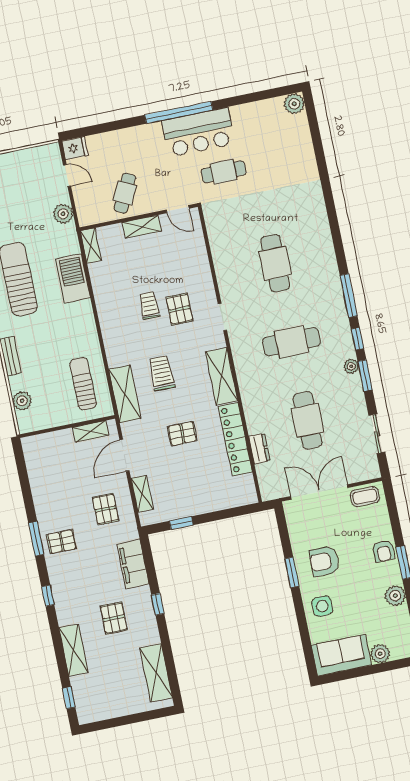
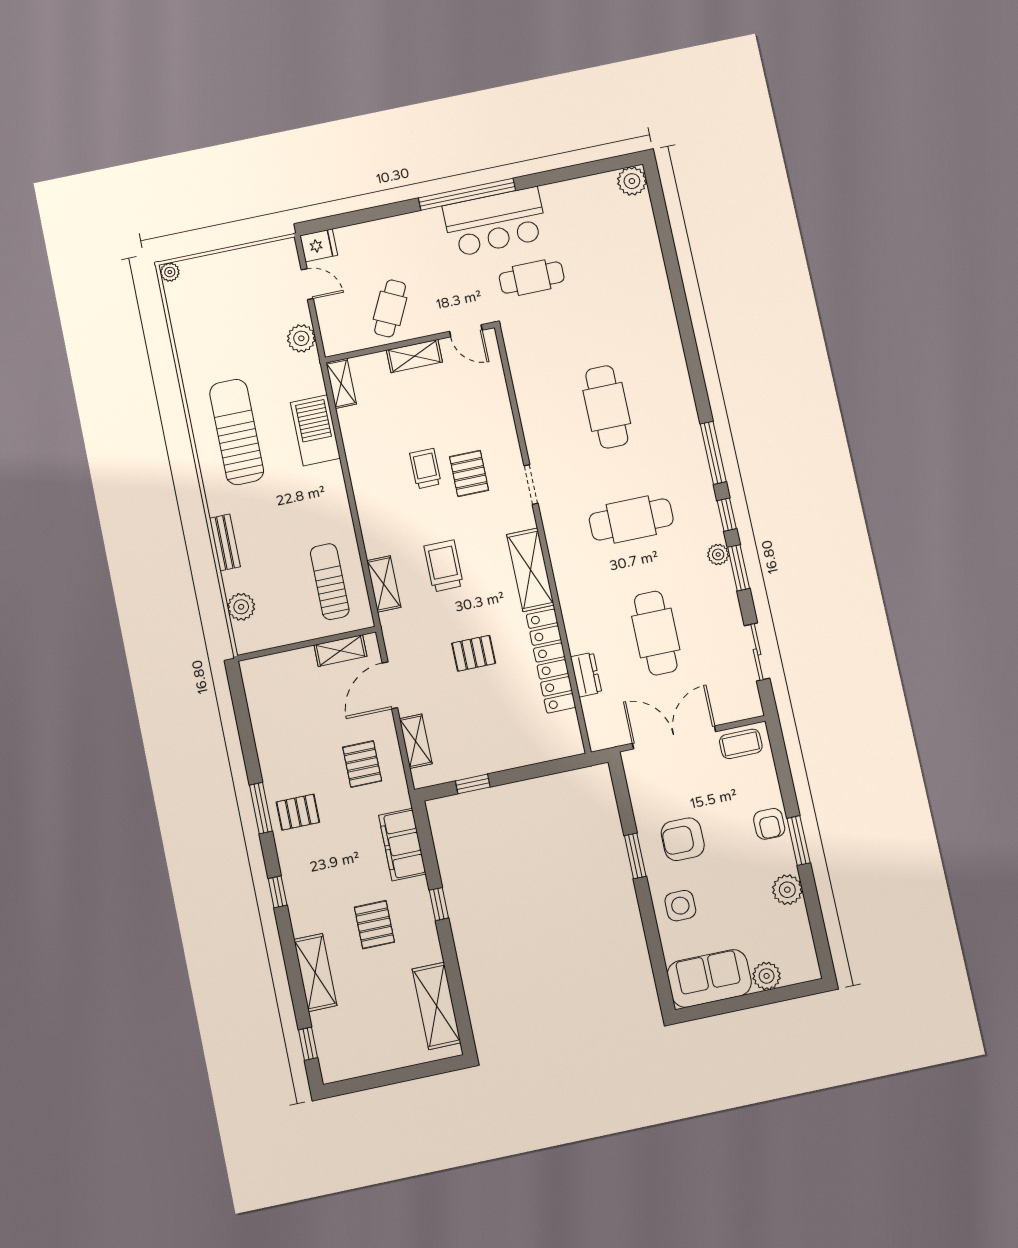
shelving: (125, 394) -> (384, 584), width x0.67, depth x0.75

